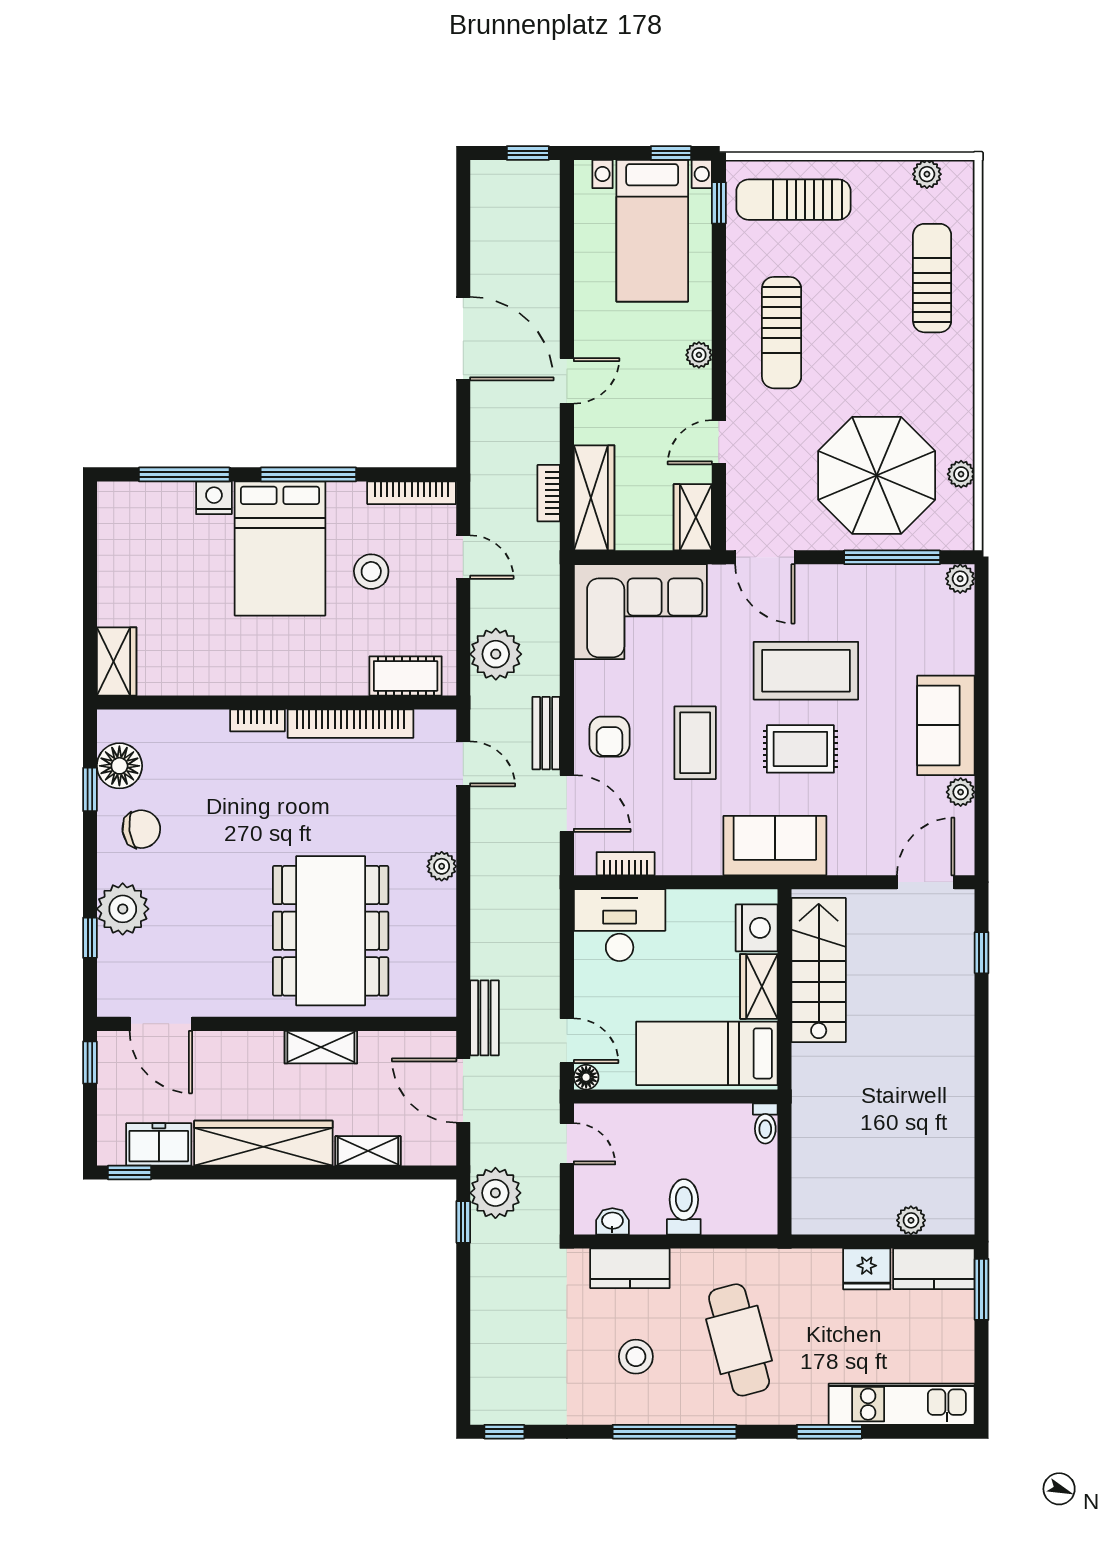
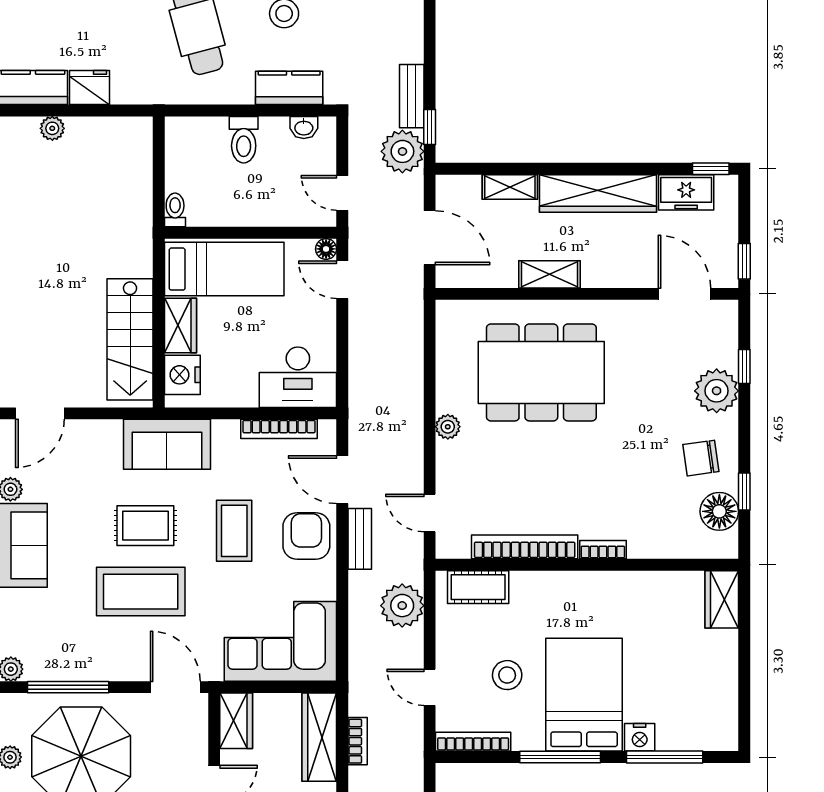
armchair: (609, 737) -> (306, 536), width x1.38, depth x1.38
bookcase: (626, 864) -> (279, 429), width x1.56
dining table: (331, 931) -> (541, 372), turned 90
bench: (484, 1018) -> (412, 96), moved

